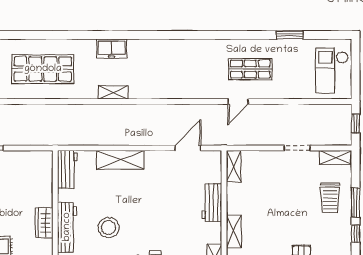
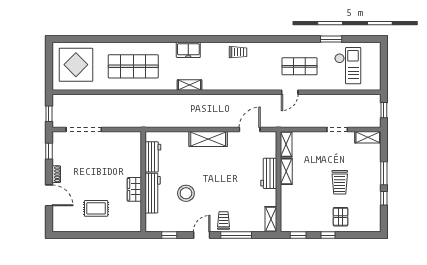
trolley: (174, 51) -> (238, 52), added
checkout: (332, 71) -> (348, 66), moved, turned 180
shelving: (120, 160) -> (208, 139), moved
workbench: (67, 169) -> (153, 157), moved
trolley: (330, 198) -> (340, 182), moved
shelving: (234, 231) -> (286, 171), moved

